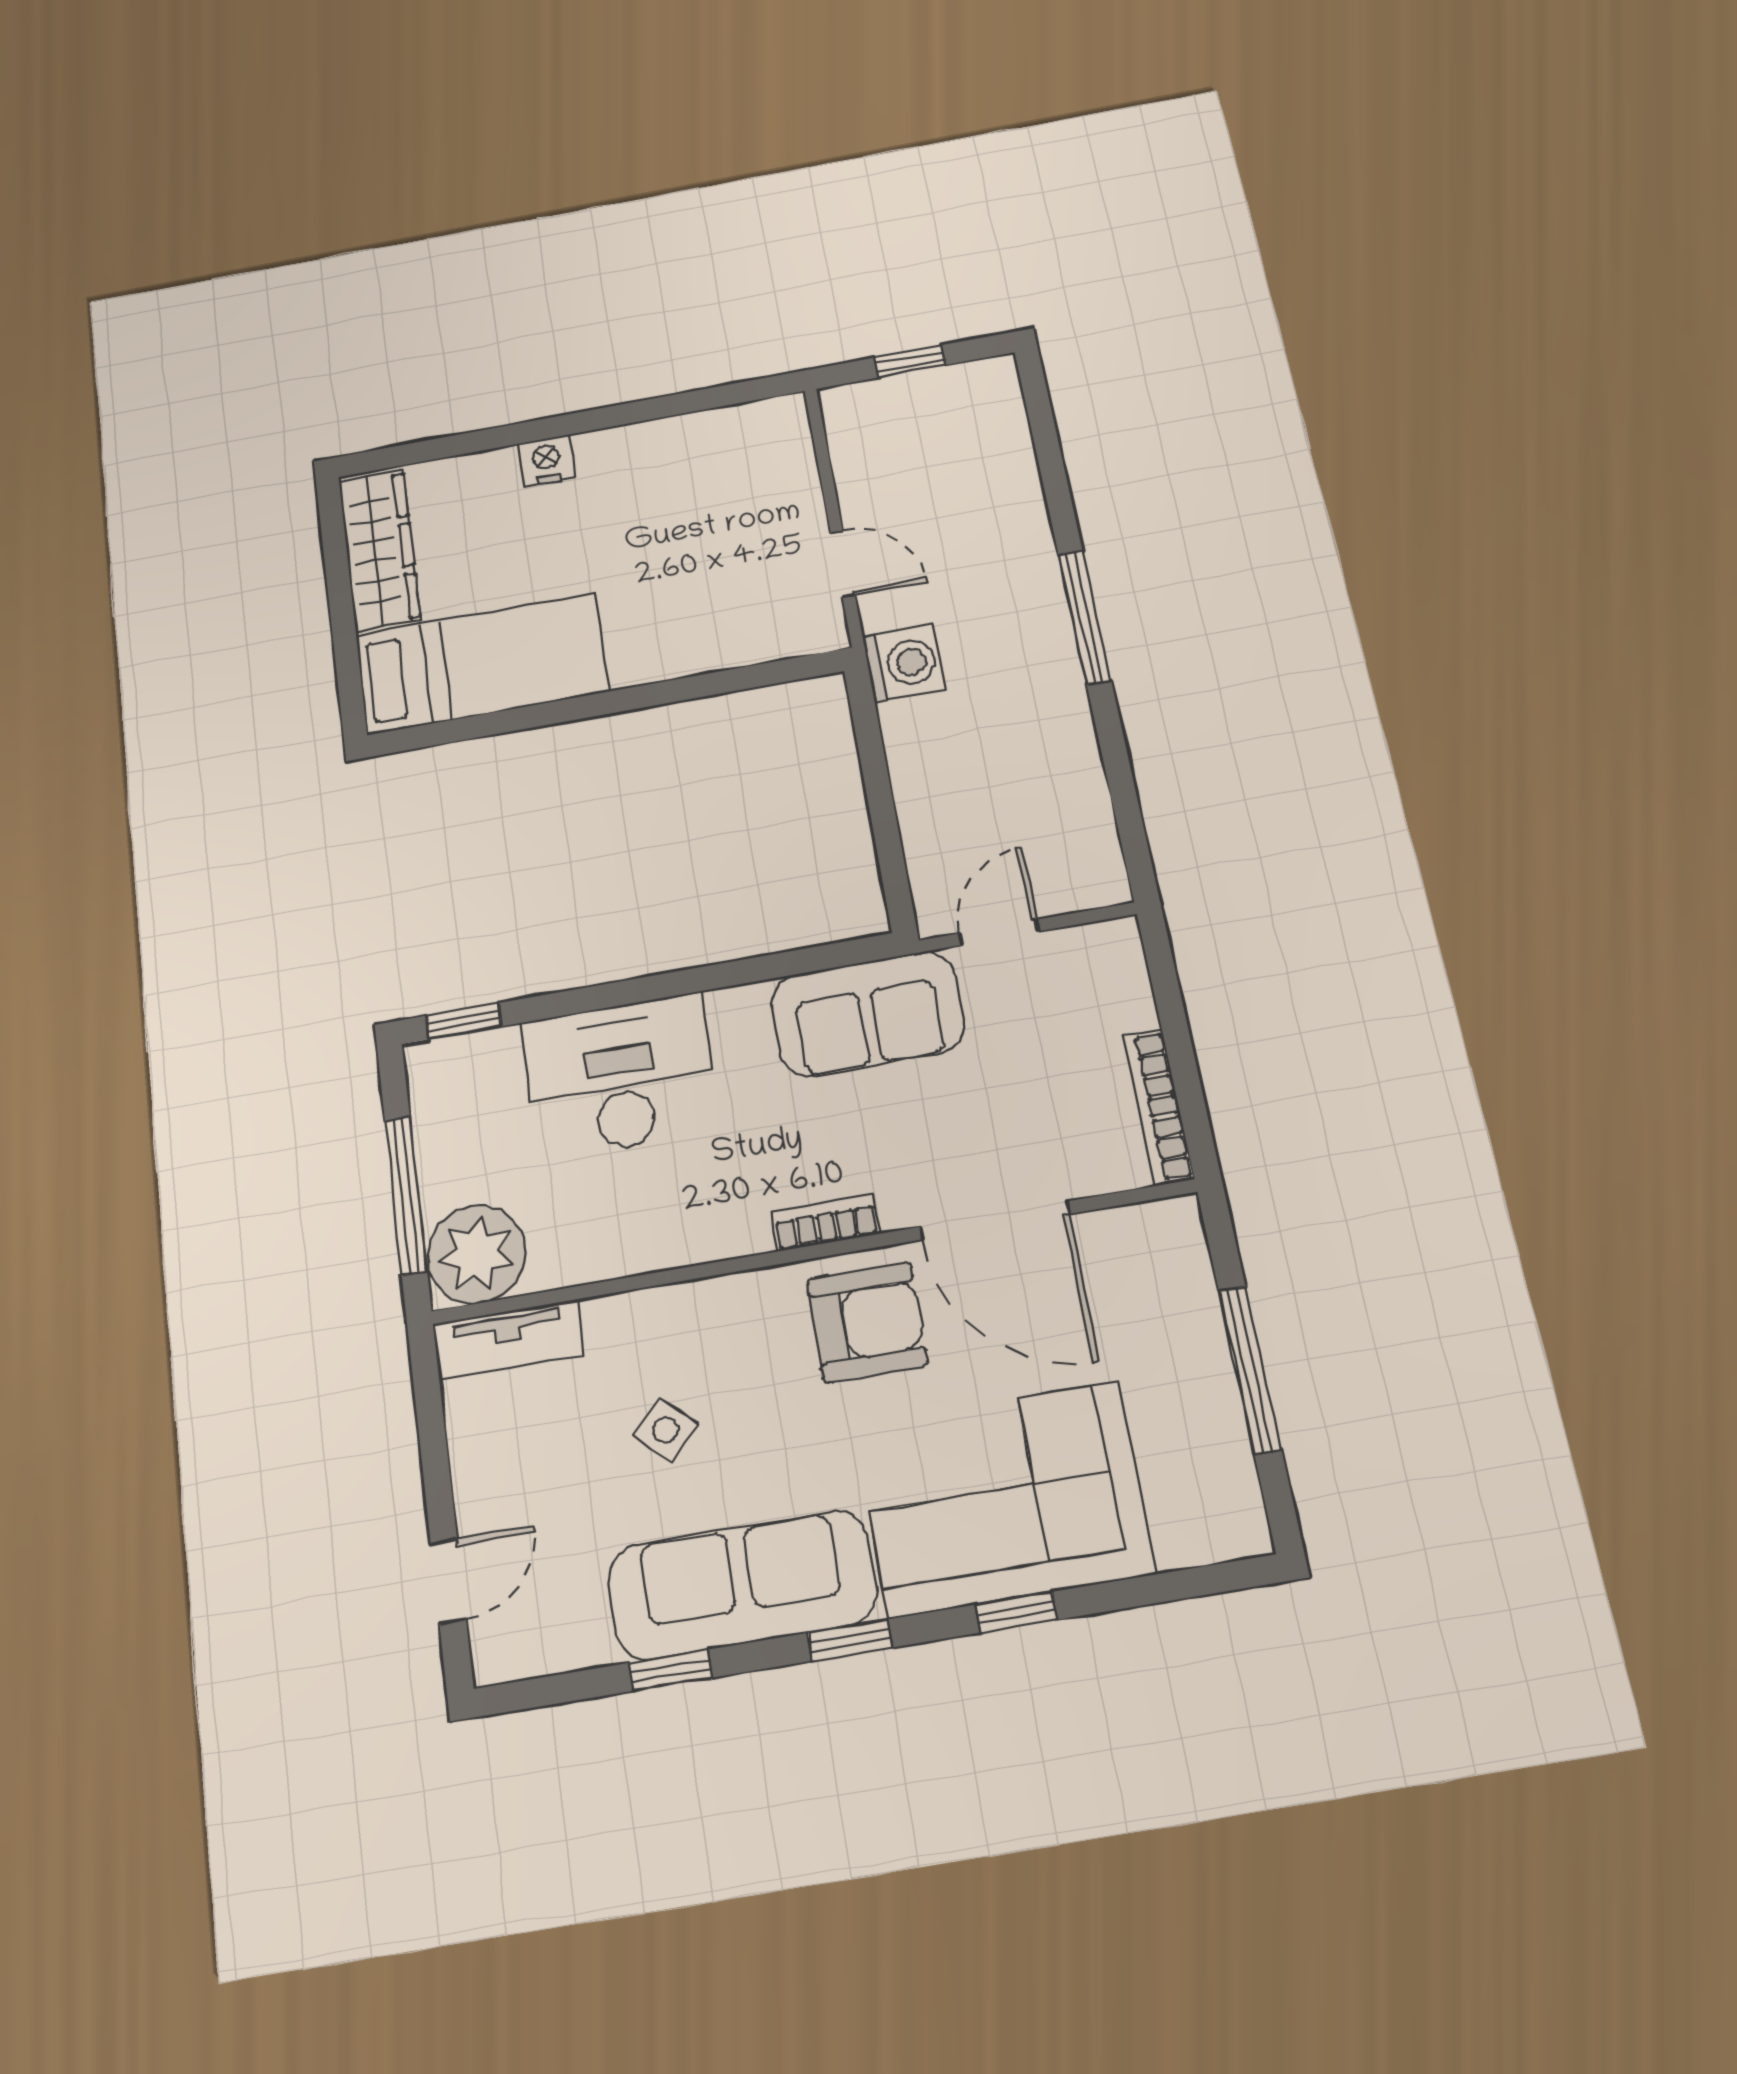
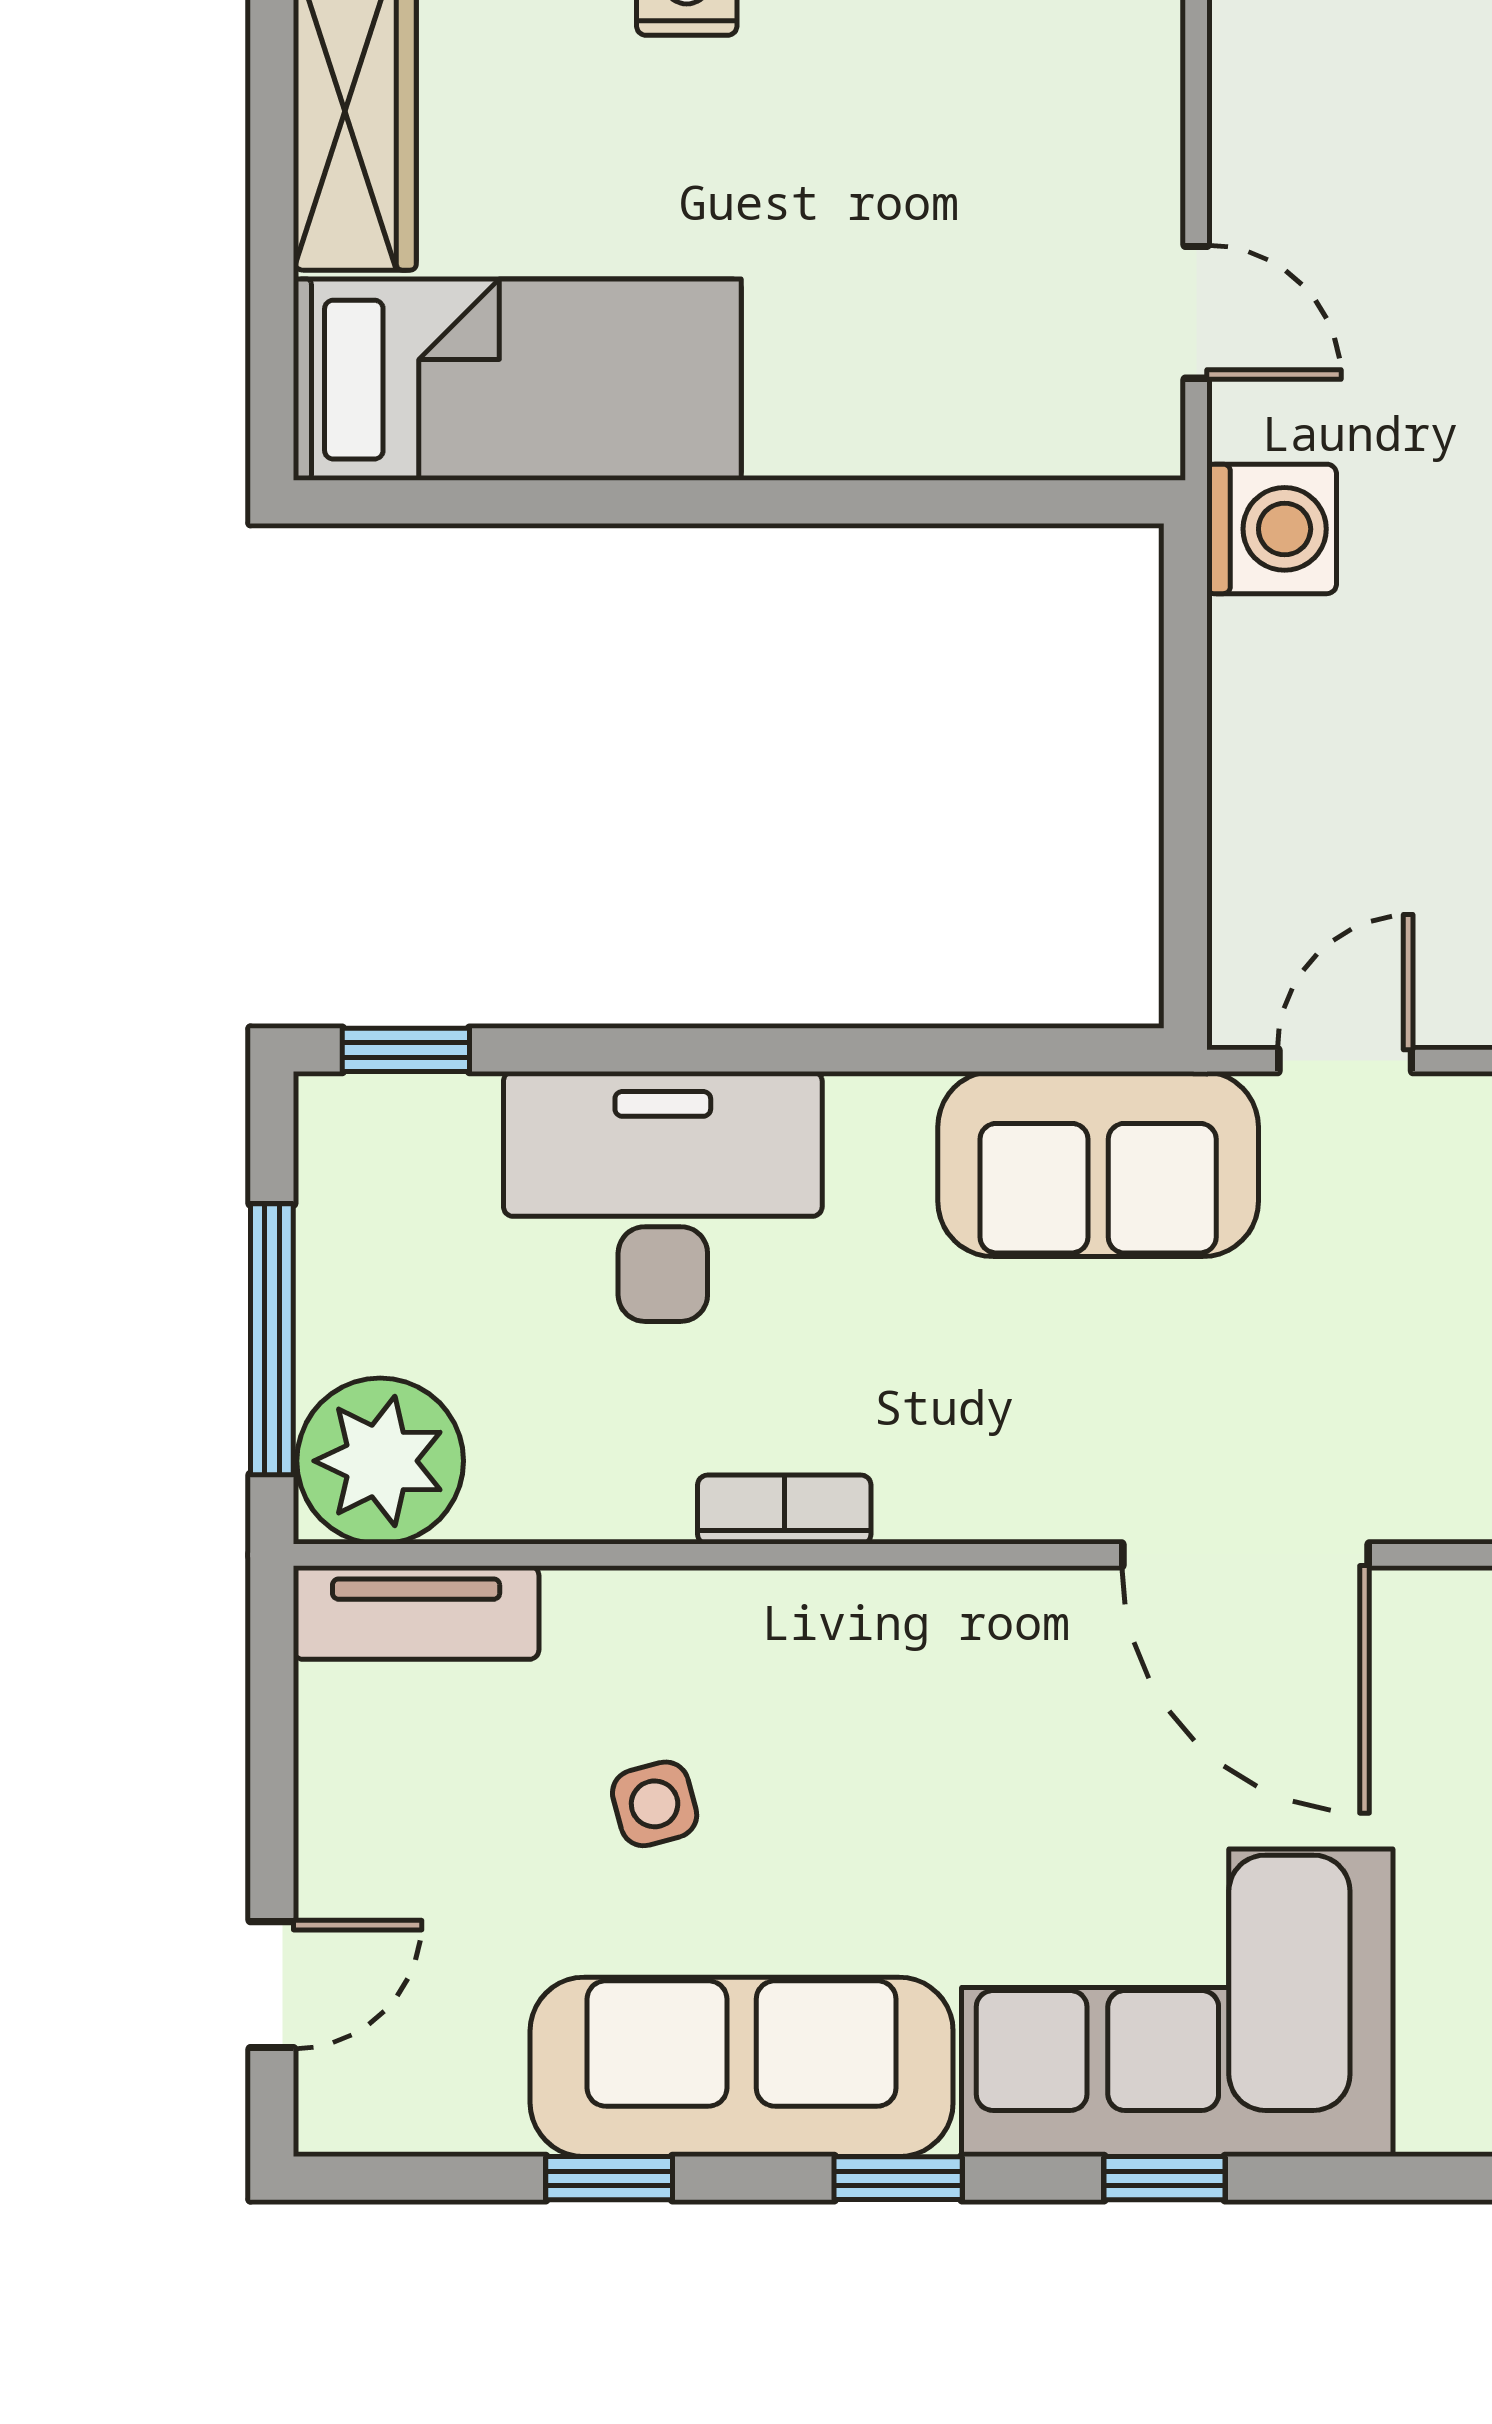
bookcase: (826, 1222) -> (784, 1510), moved
armchair: (867, 1322) -> (1009, 1686), removed
side table: (665, 1430) -> (655, 1804), turned 32

